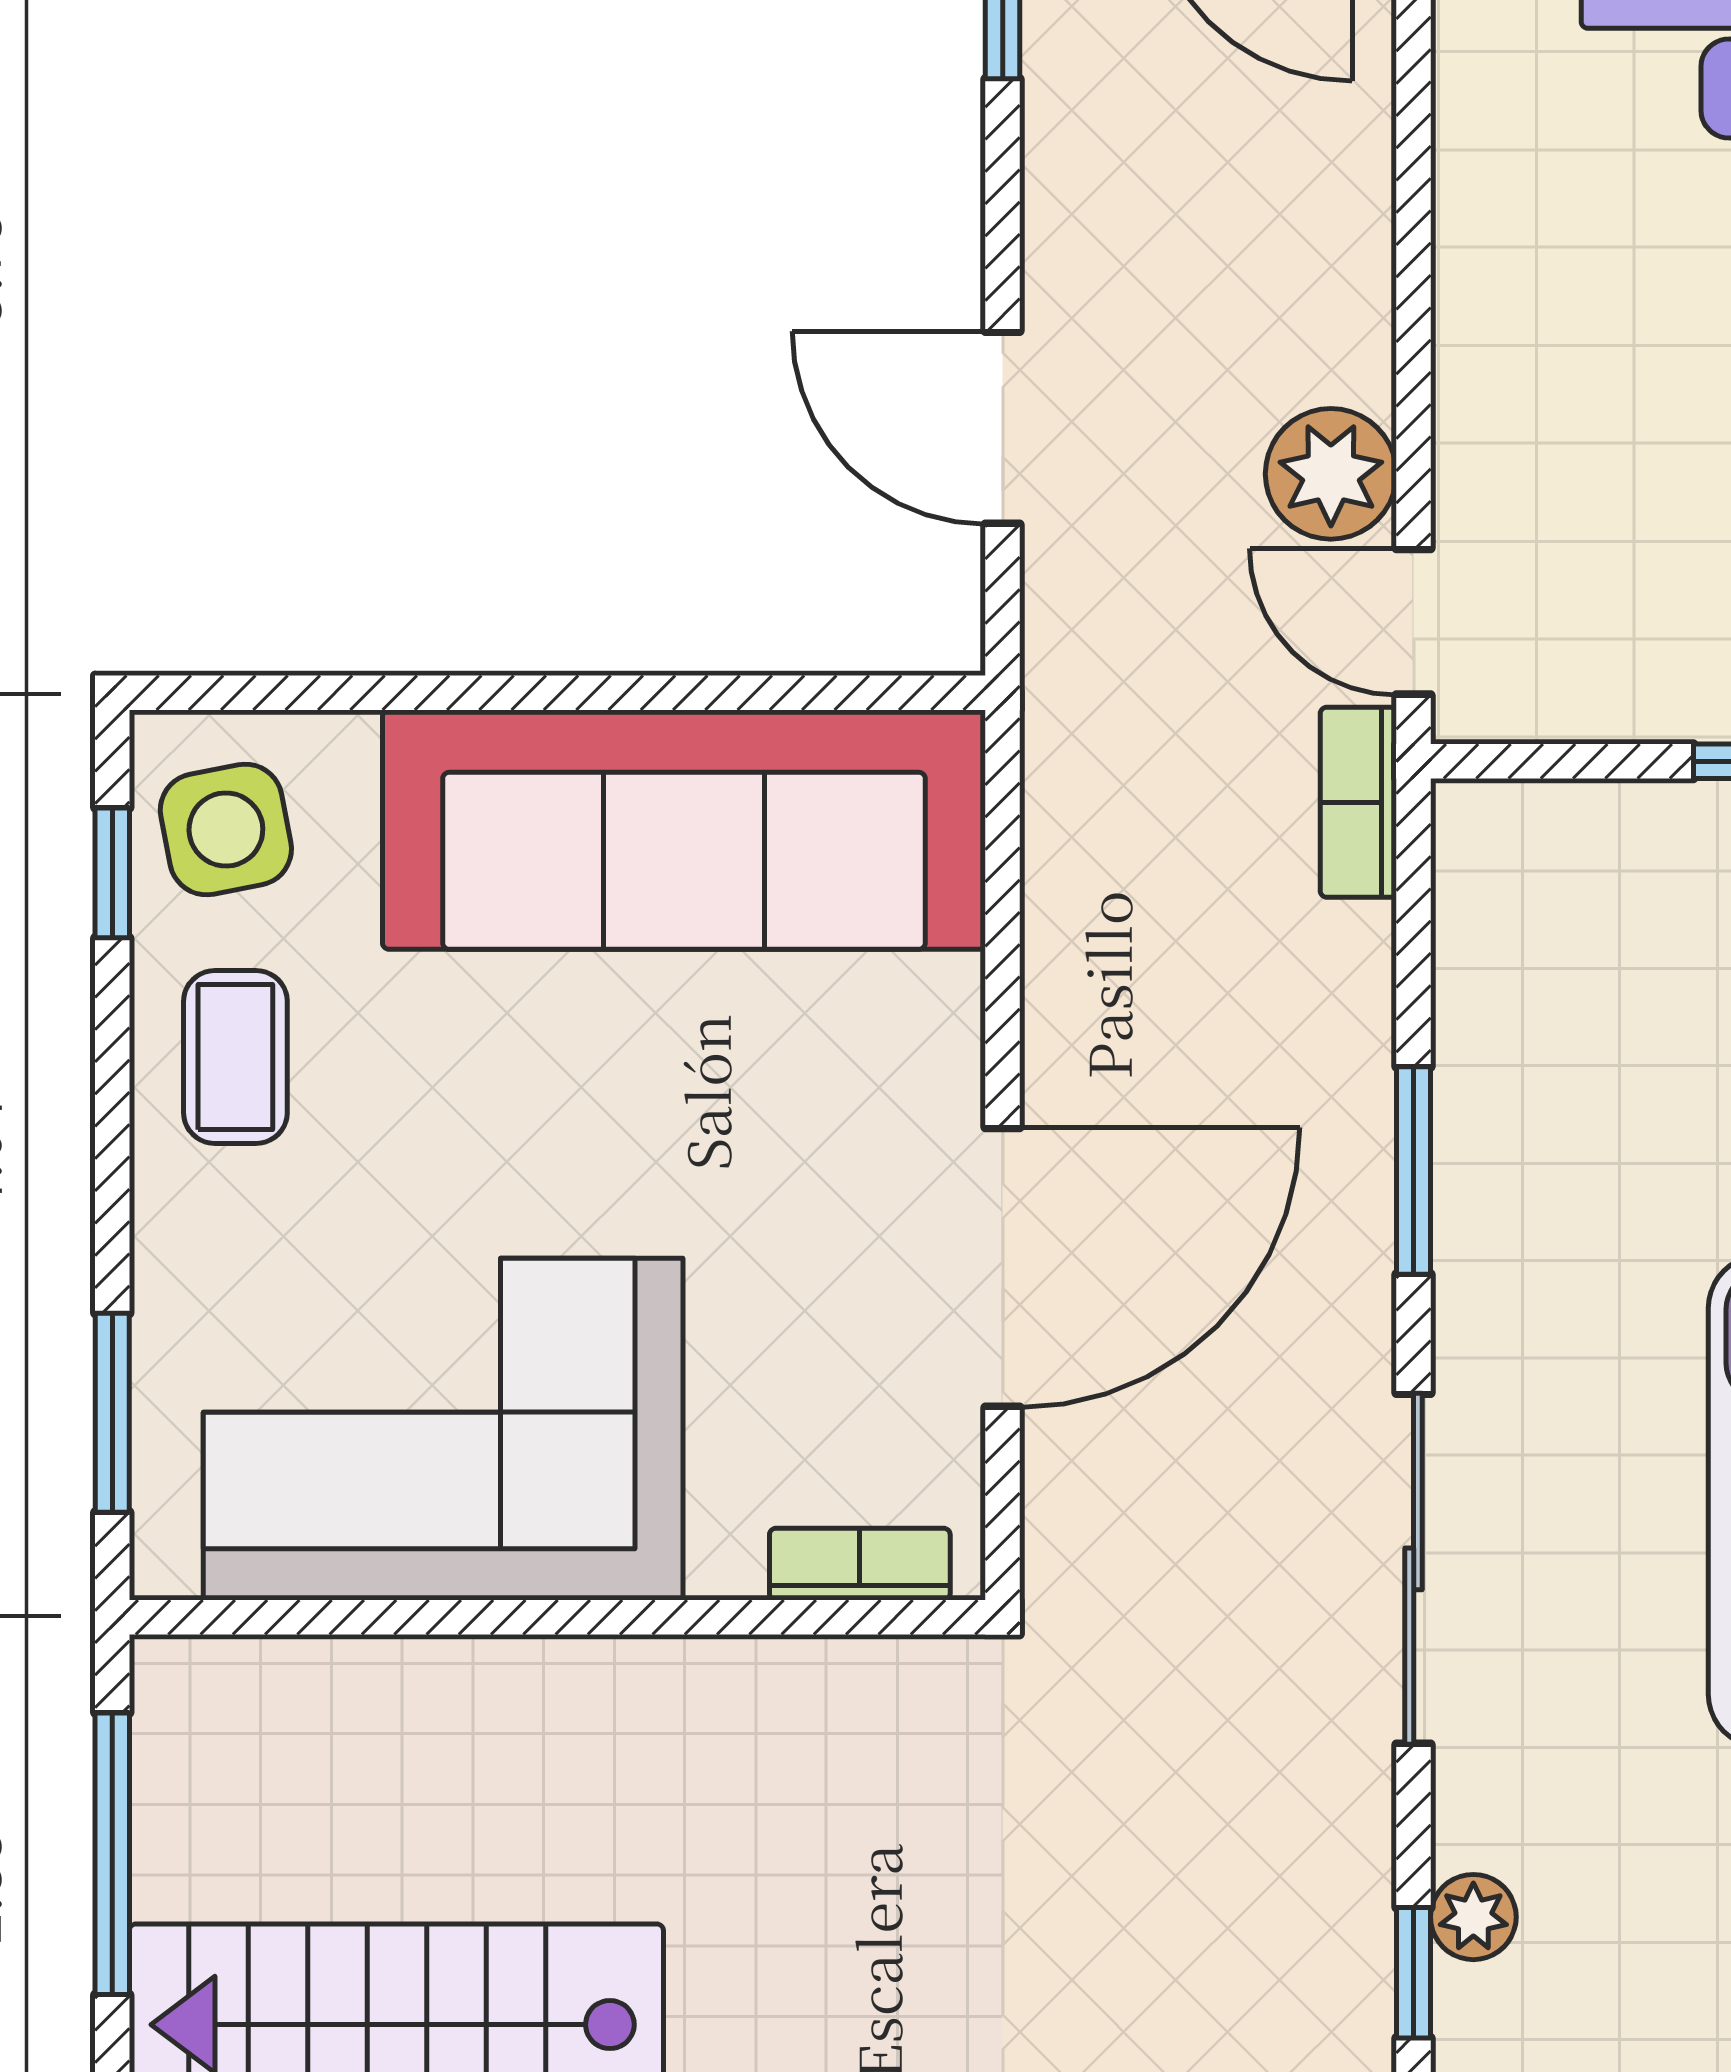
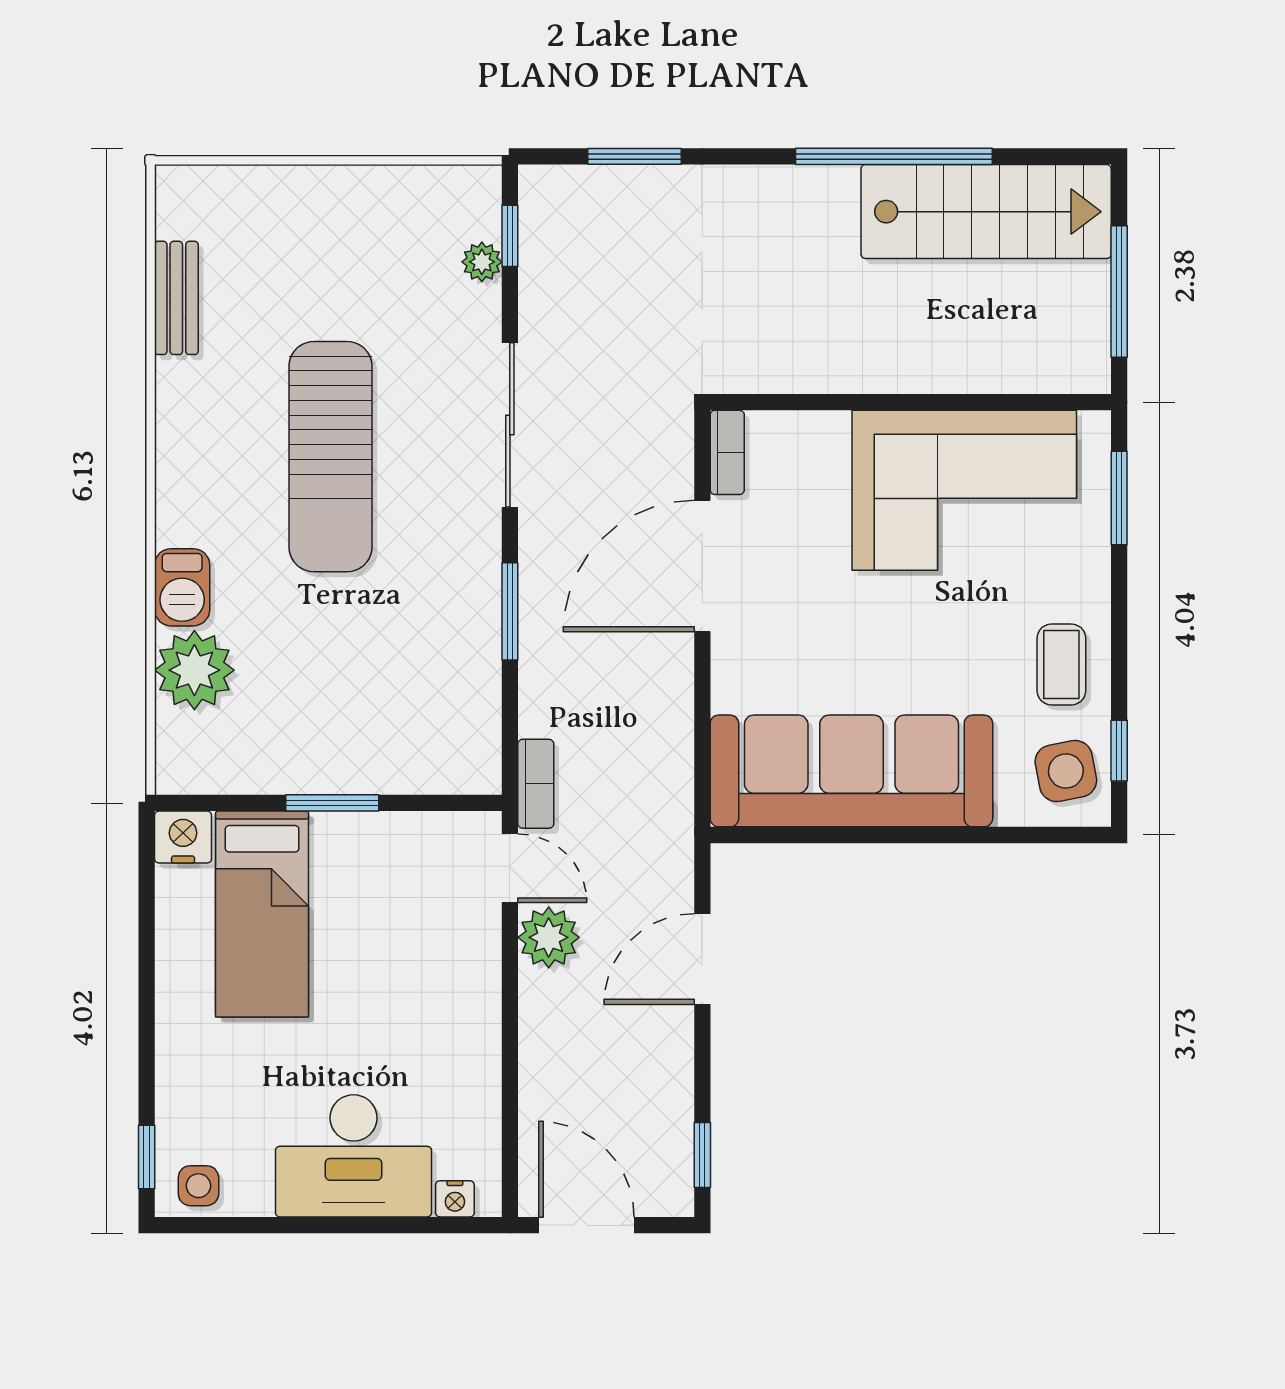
door: (1003, 428) -> (702, 959), swing flipped
bookcase: (860, 1564) -> (727, 452), moved, turned -90

